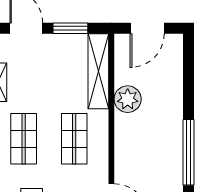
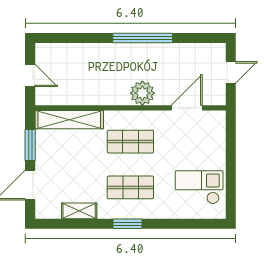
door: (147, 28) -> (30, 75), width x0.73
plant: (128, 99) -> (142, 93), moved

